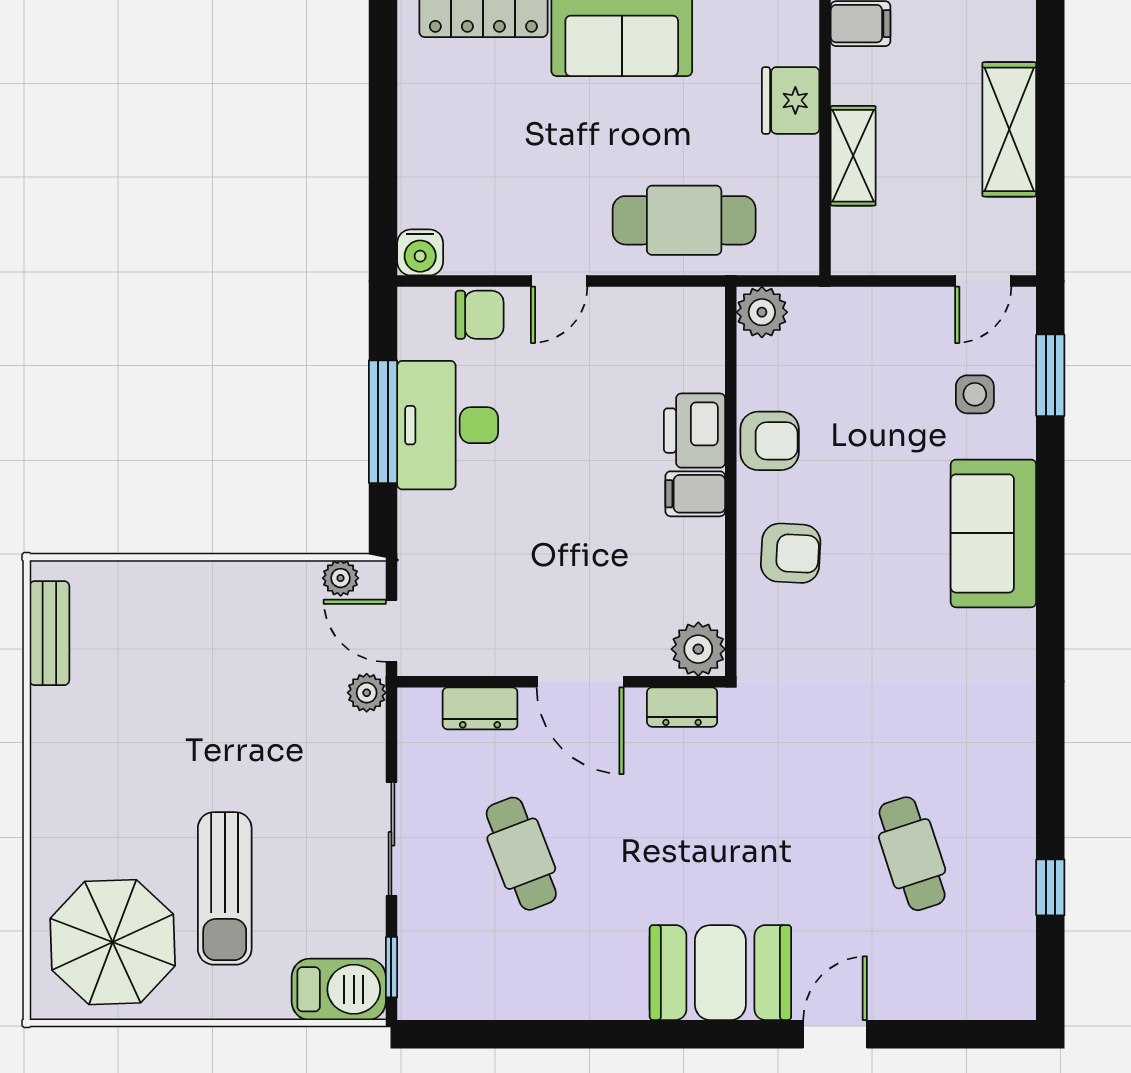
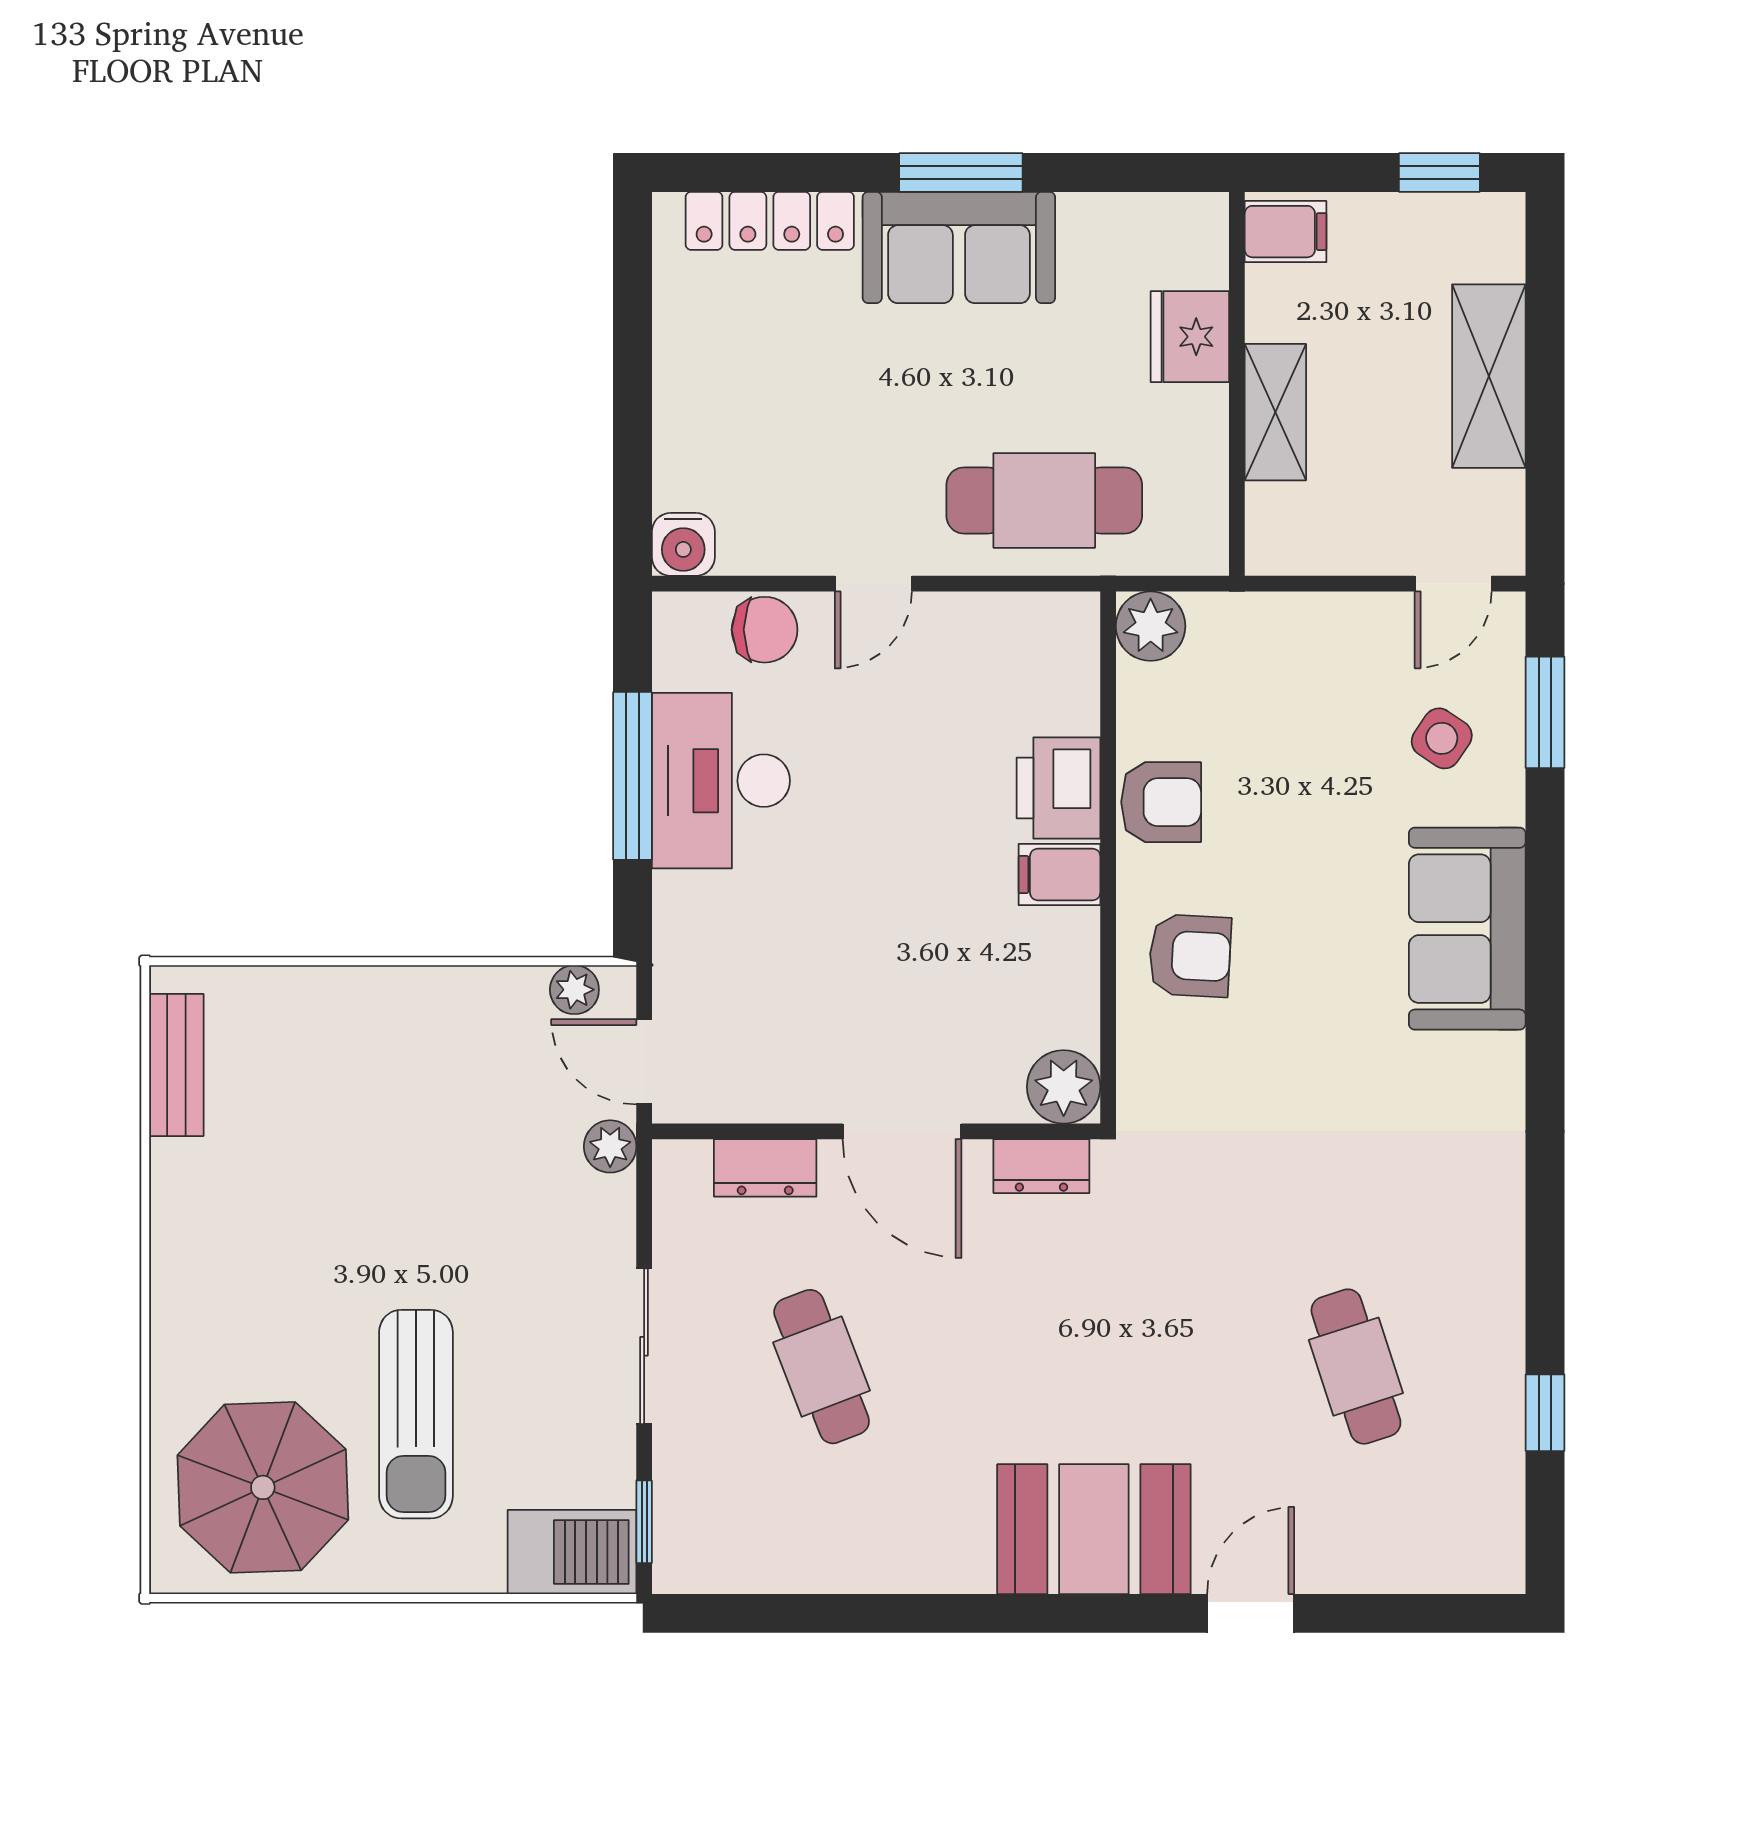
side table: (975, 394) -> (1442, 738), turned 34

